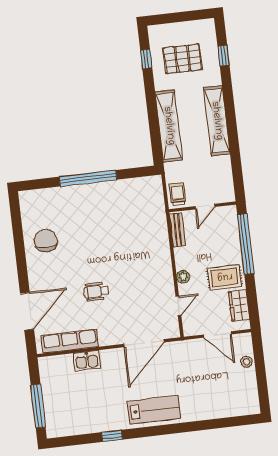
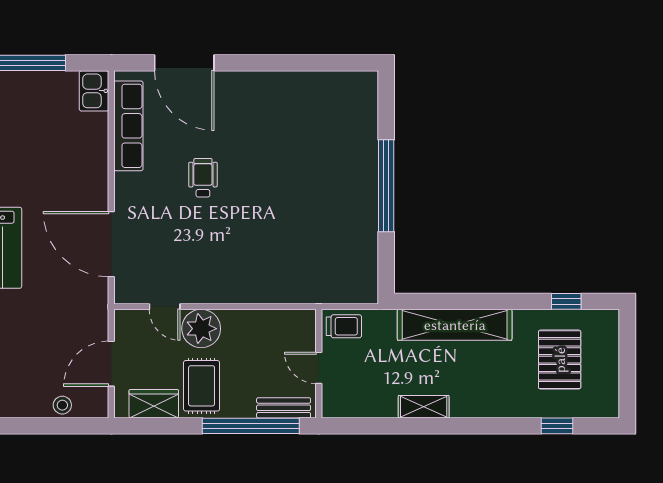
shelving: (217, 121) -> (424, 407), width x0.45, depth x0.75
bench: (178, 230) -> (284, 408), moved
chair: (46, 241) -> (294, 106), removed
plant: (183, 277) -> (201, 329), width x1.87, depth x1.87
kitchen sink: (87, 361) -> (94, 91), moved

